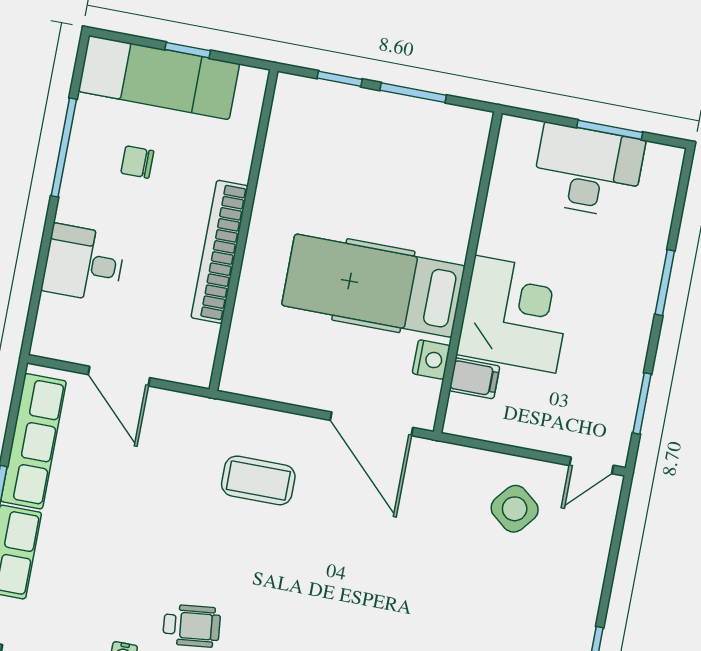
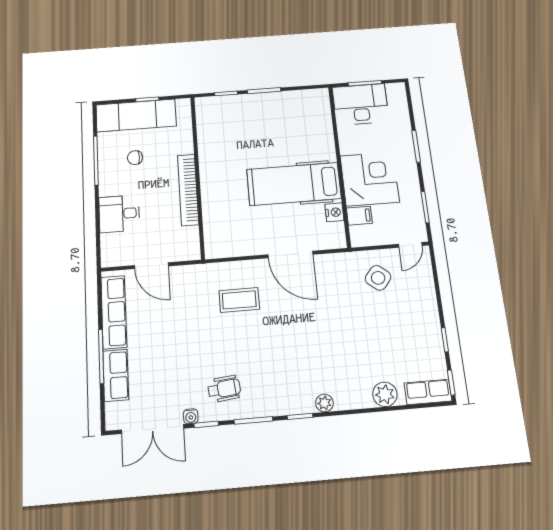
wall: (468, 272) -> (339, 165), moved
hospital bed: (373, 286) -> (294, 184), moved
corner desk: (515, 314) -> (370, 179), moved
nightstand: (431, 360) -> (334, 212), moved
filing cabinet: (474, 378) -> (359, 216), moved

